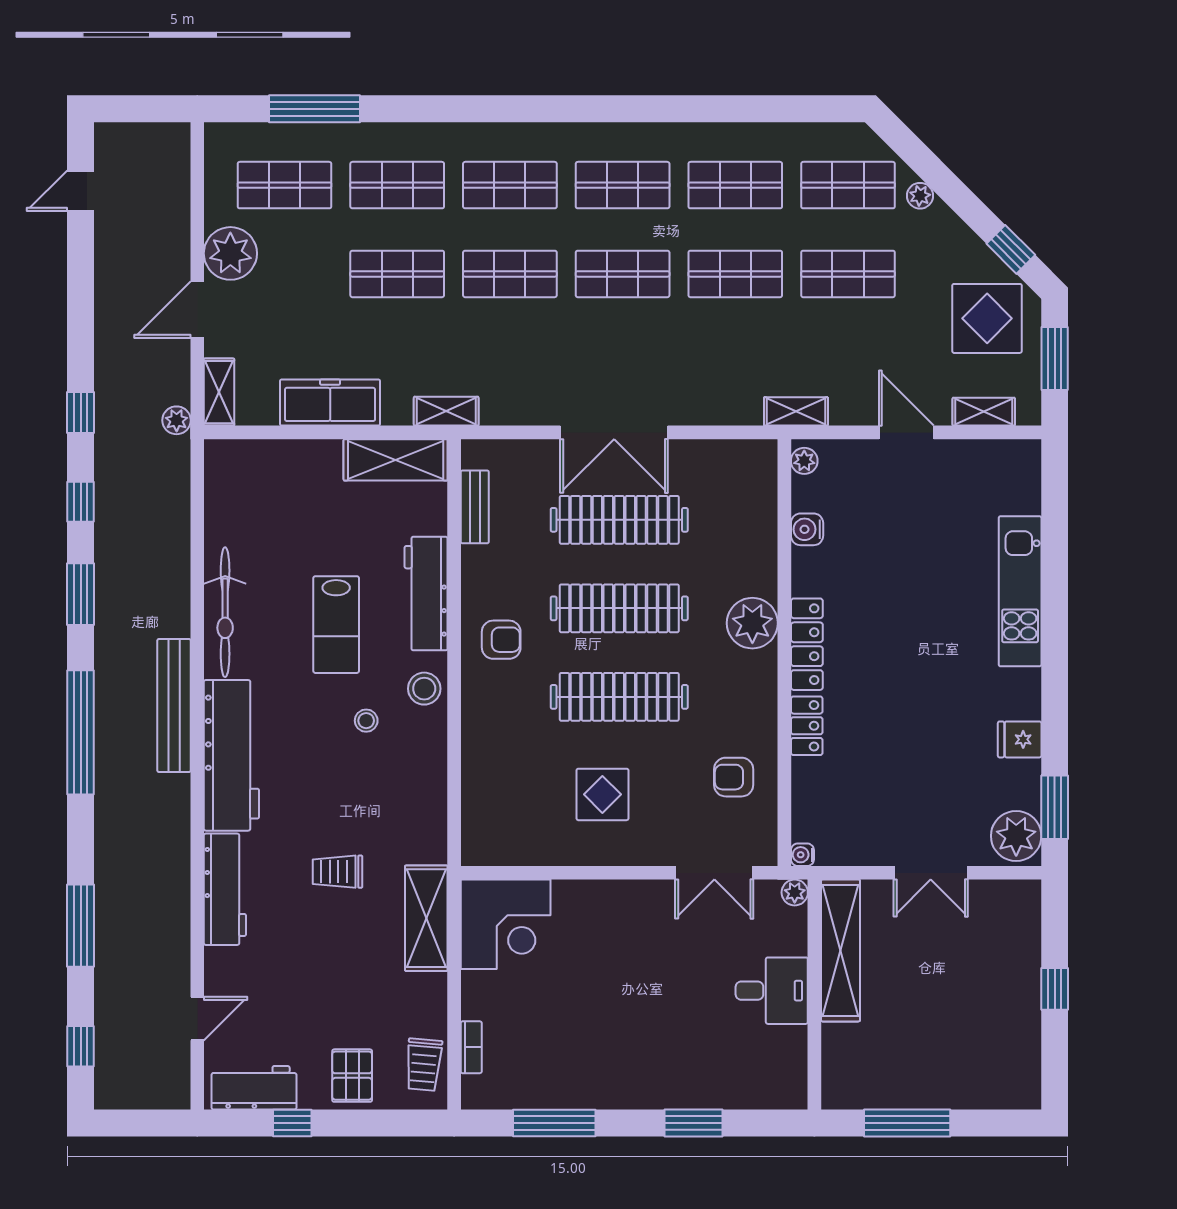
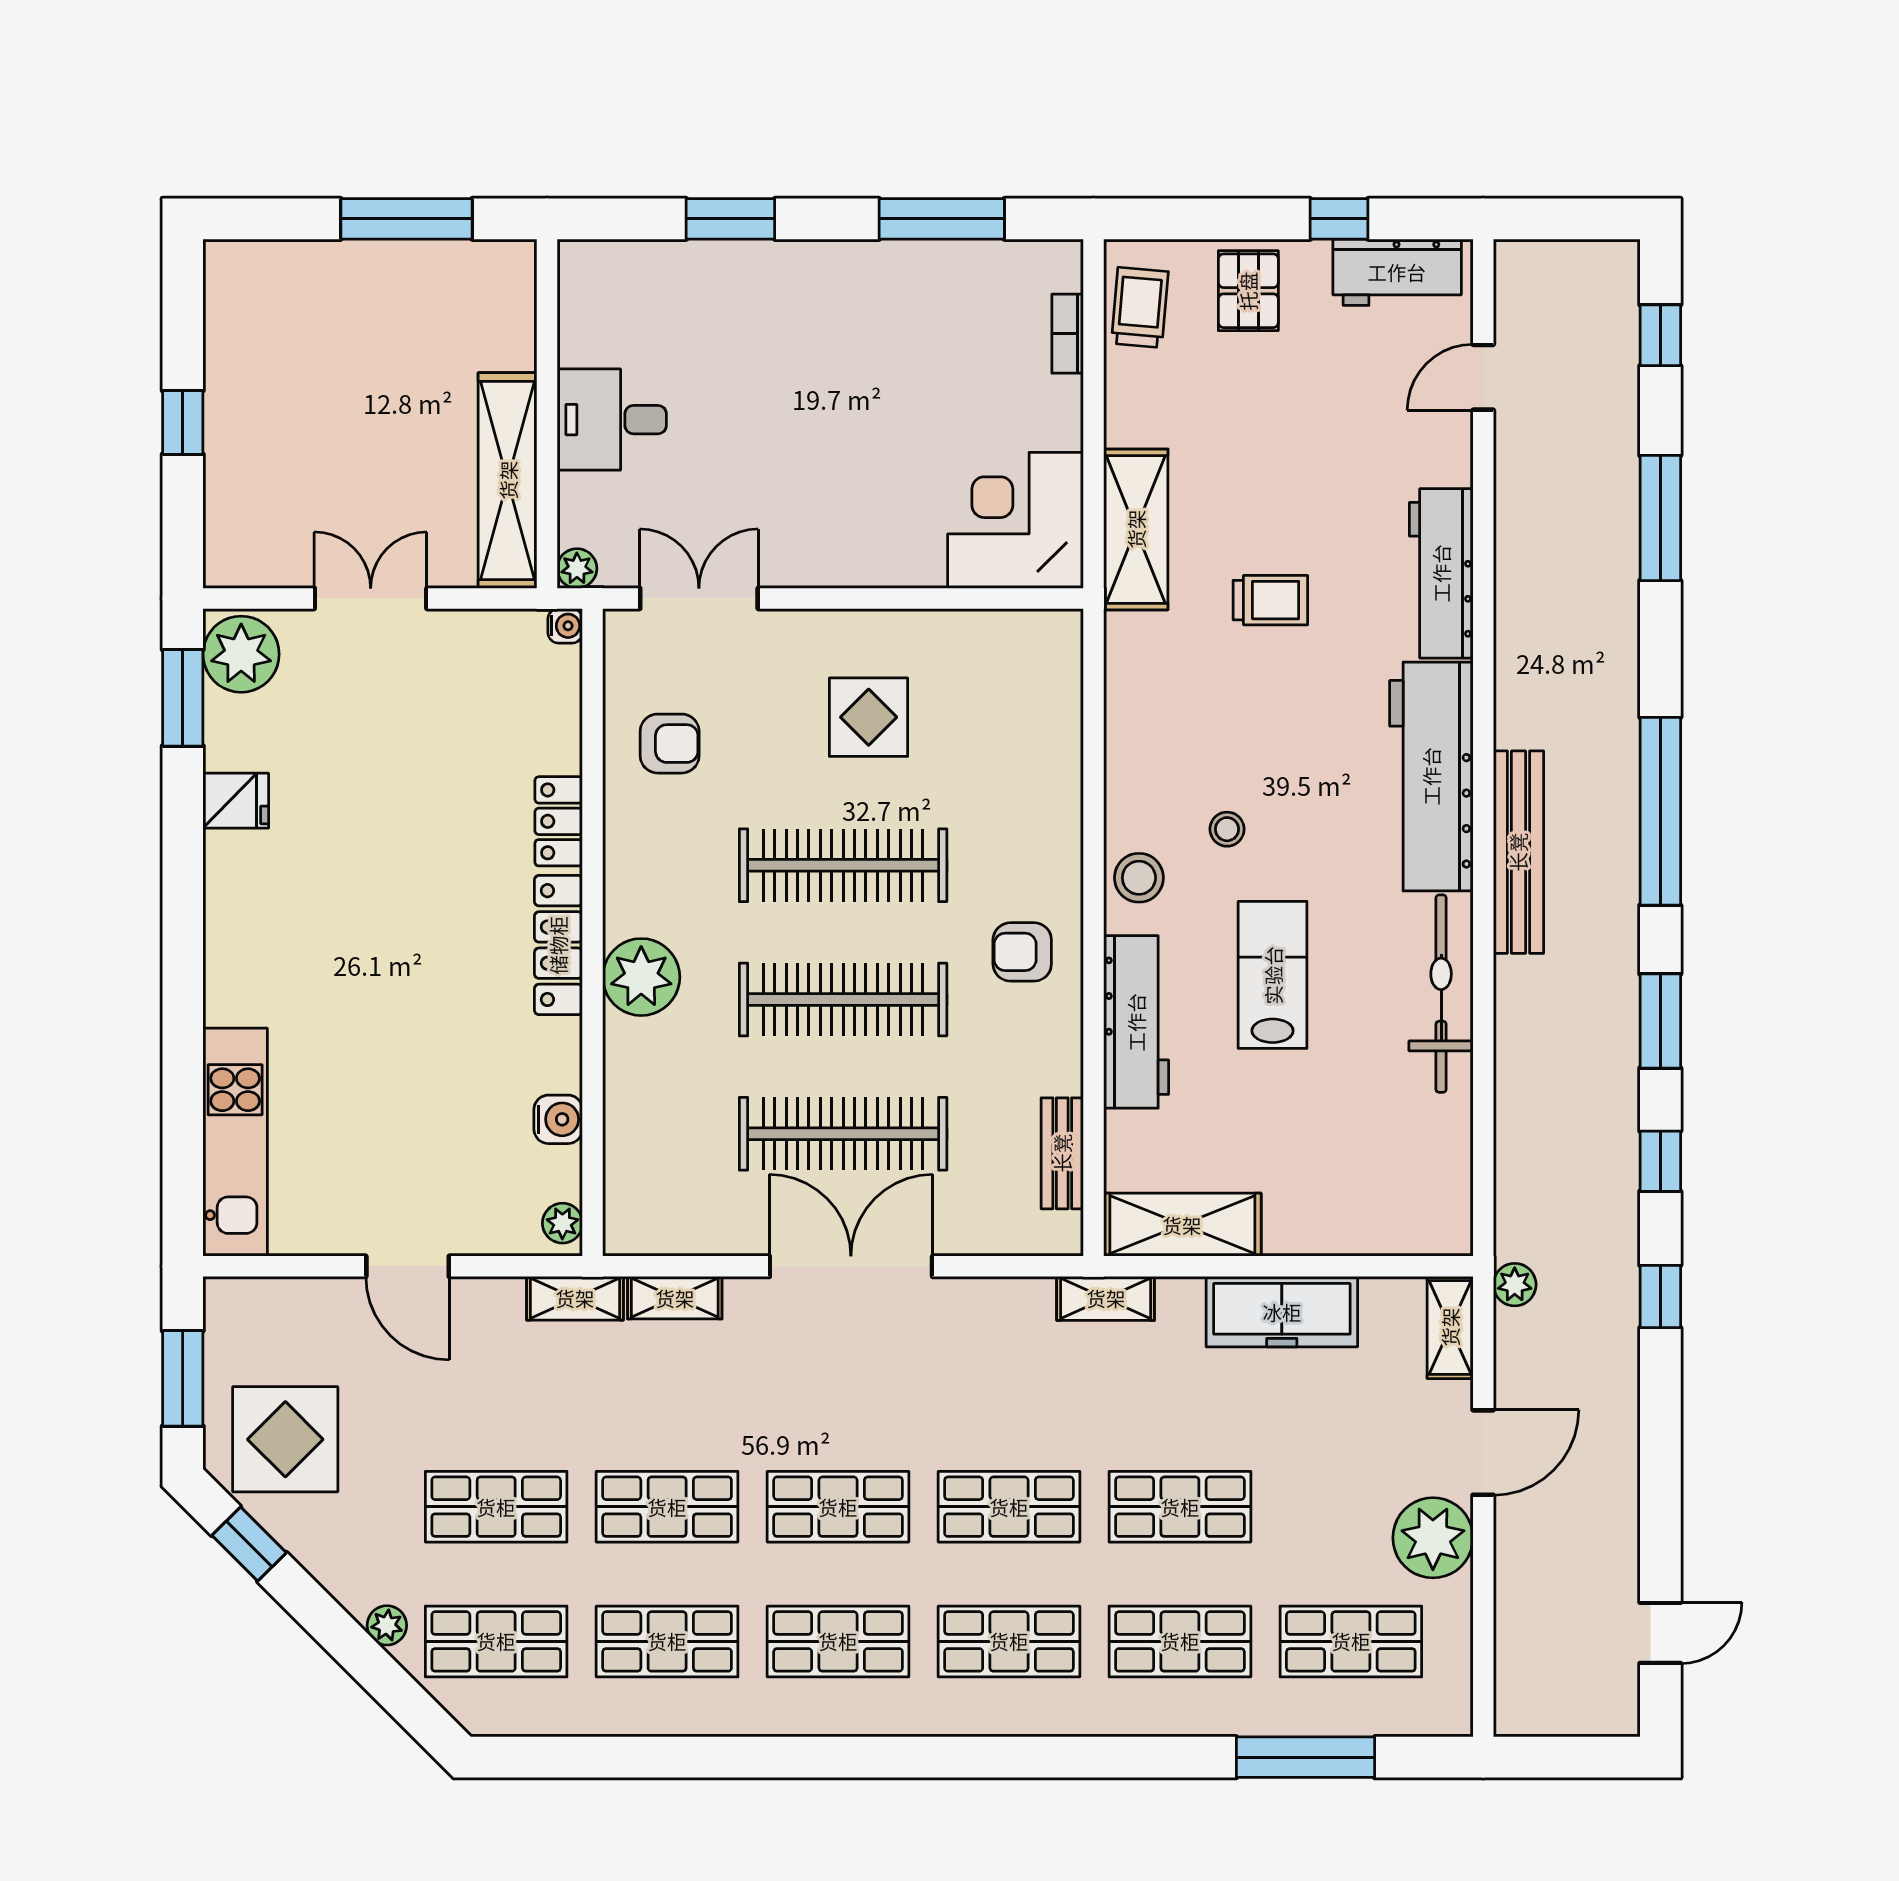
shelving: (984, 412) -> (675, 1298), moved
kitchen unit: (1020, 591) -> (235, 1142), moved

